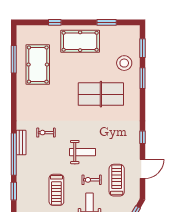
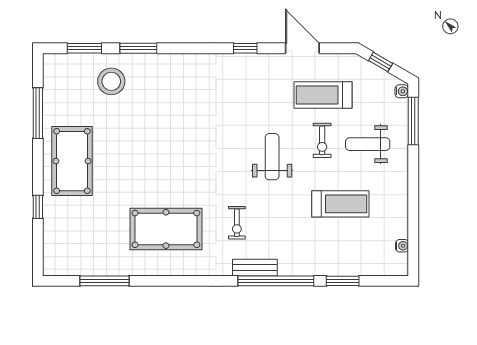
window: (107, 22) -> (38, 113), width x1.44
pool table: (38, 65) -> (166, 229), moved
table tennis table: (101, 94) -> (167, 123), removed

